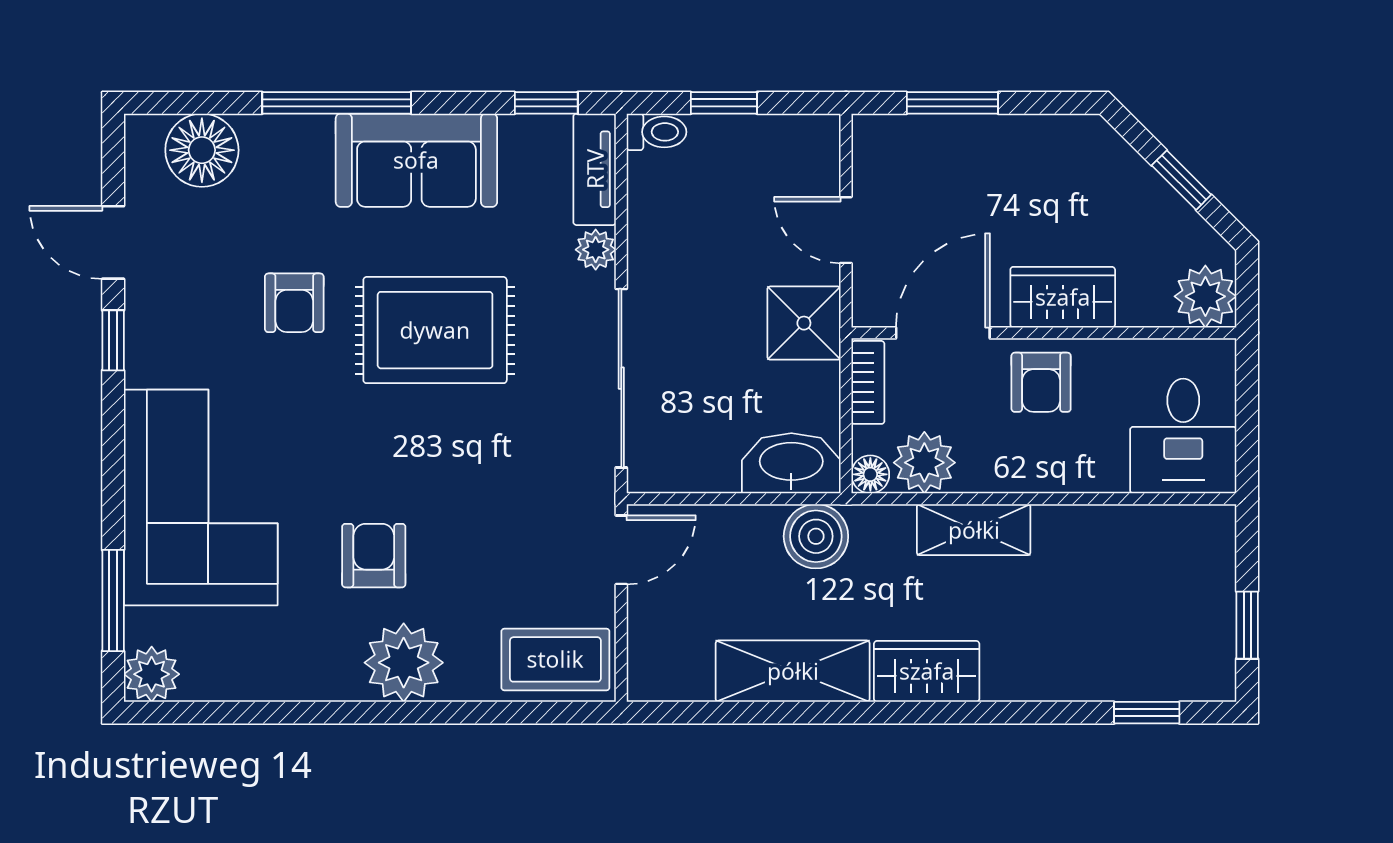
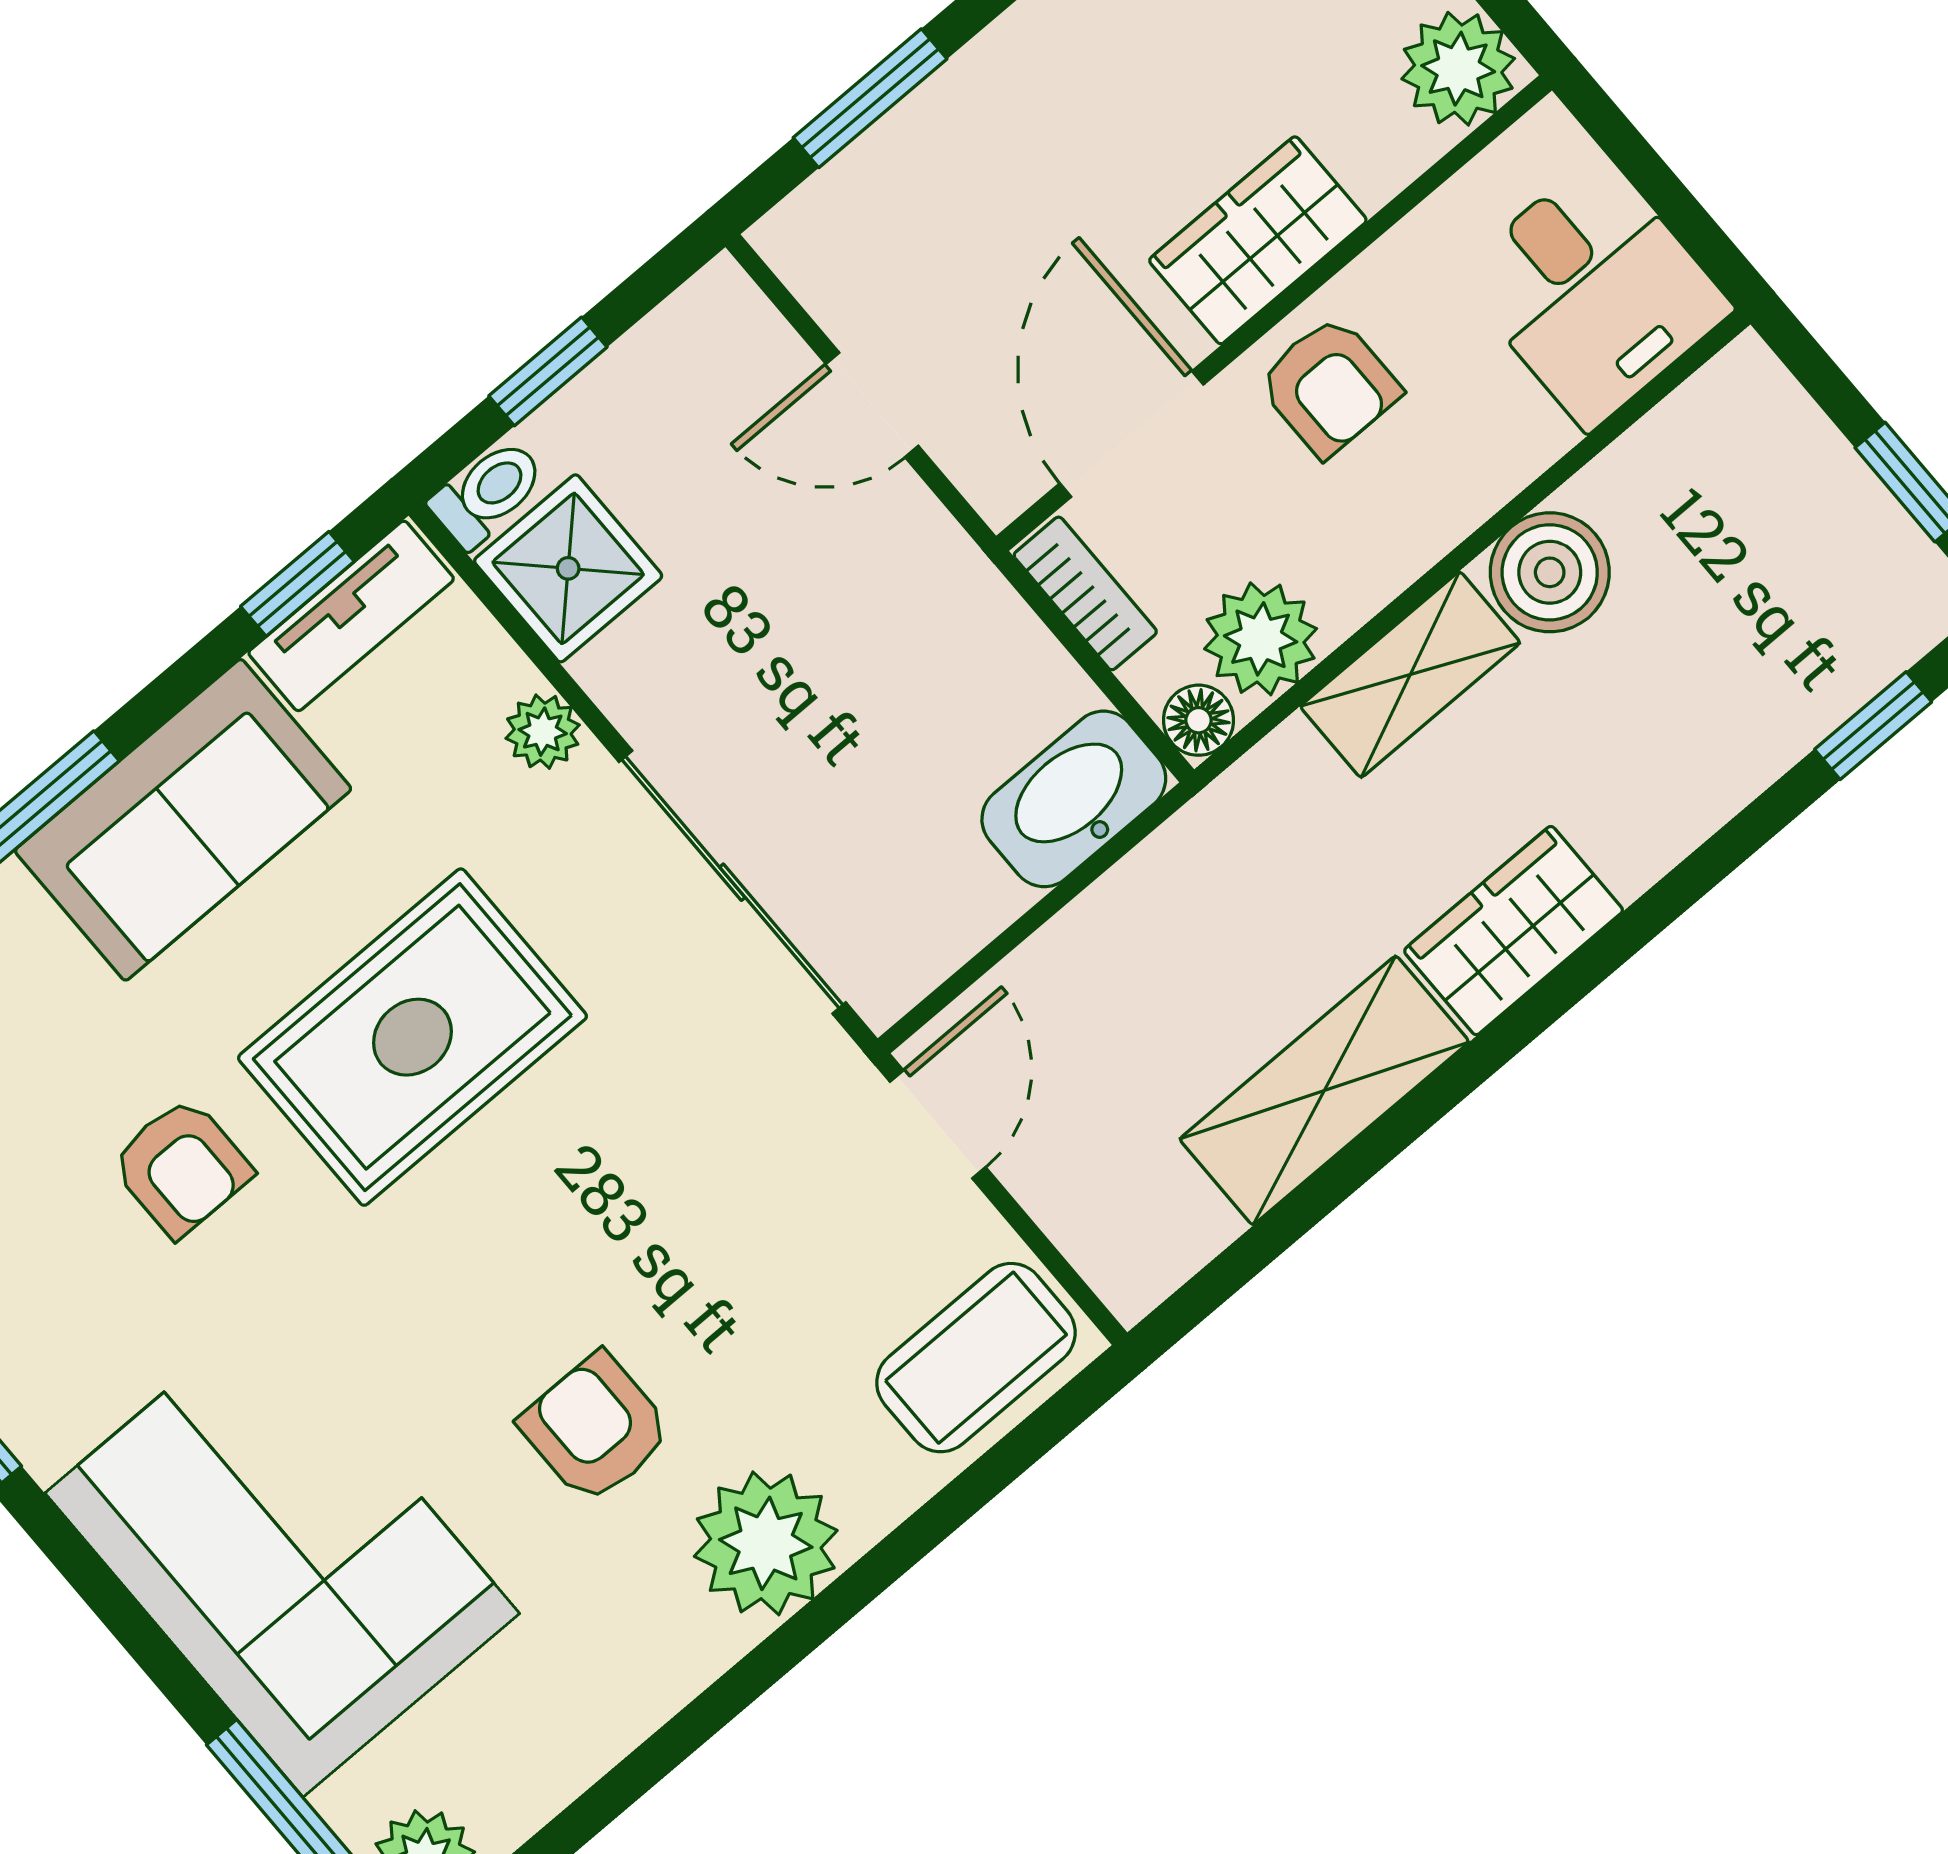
tv unit: (595, 169) -> (351, 616), moved, turned -90
shower: (804, 323) -> (568, 568), moved
boiler: (816, 536) -> (1550, 572), moved

